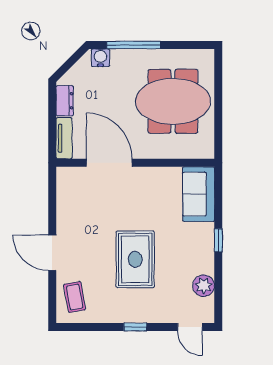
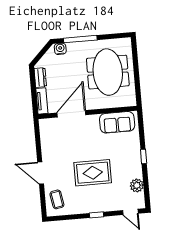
meeting table: (173, 101) -> (108, 72), turned 90
door: (109, 163) -> (71, 114), hinge flipped
sofa: (199, 194) -> (117, 122), moved, turned -90
rug: (135, 259) -> (93, 173), turned 90

